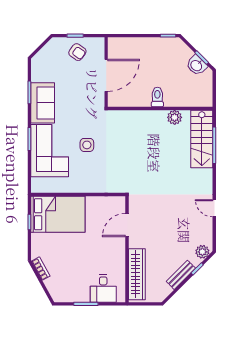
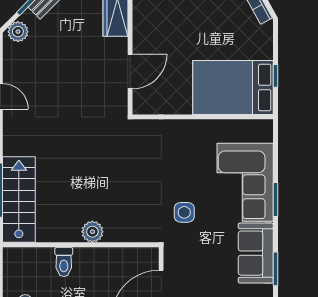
toilet: (157, 97) -> (64, 262), moved
plant: (175, 117) -> (92, 232), moved
side table: (87, 145) -> (184, 212), moved

